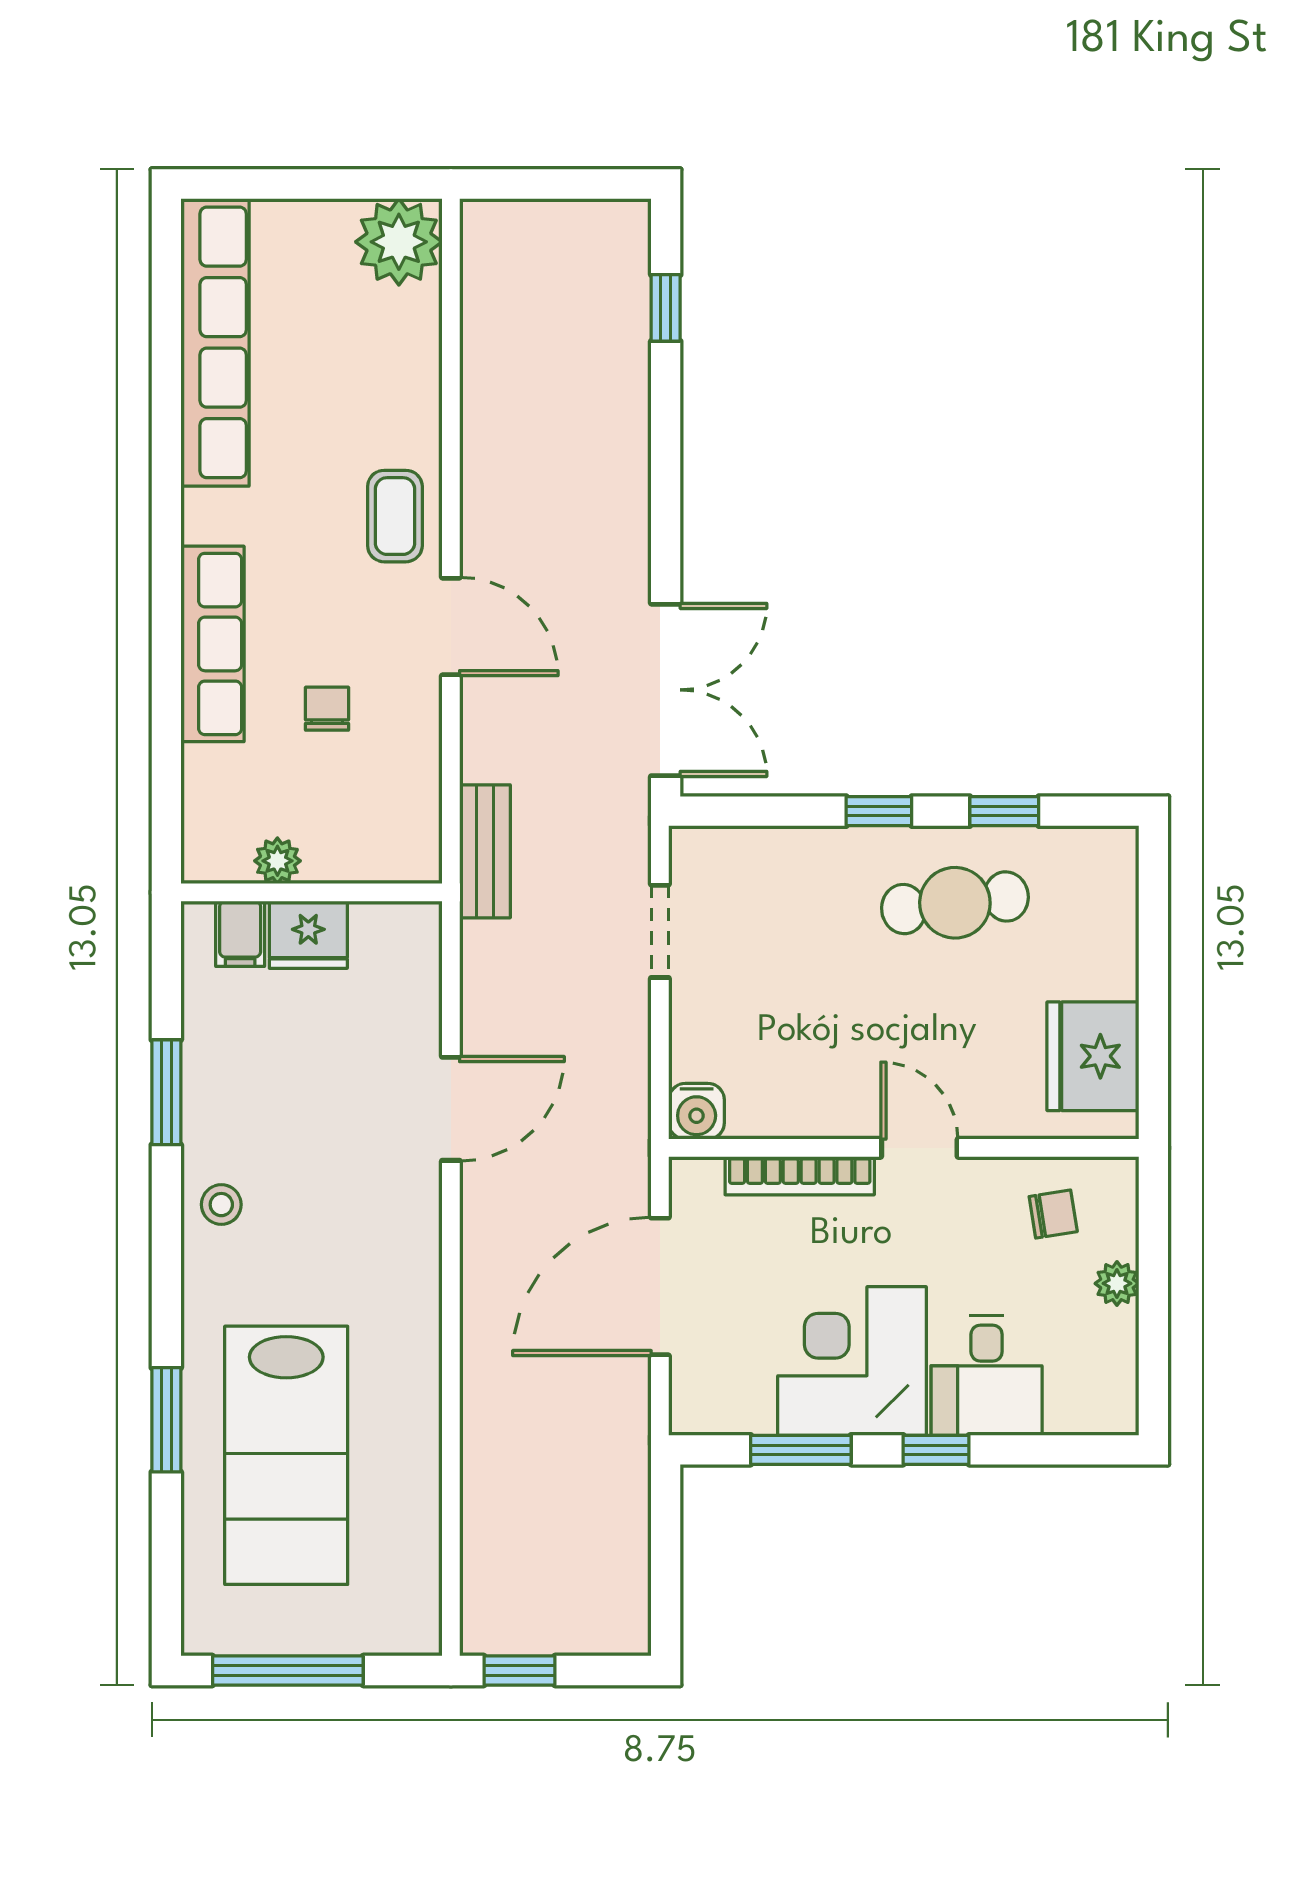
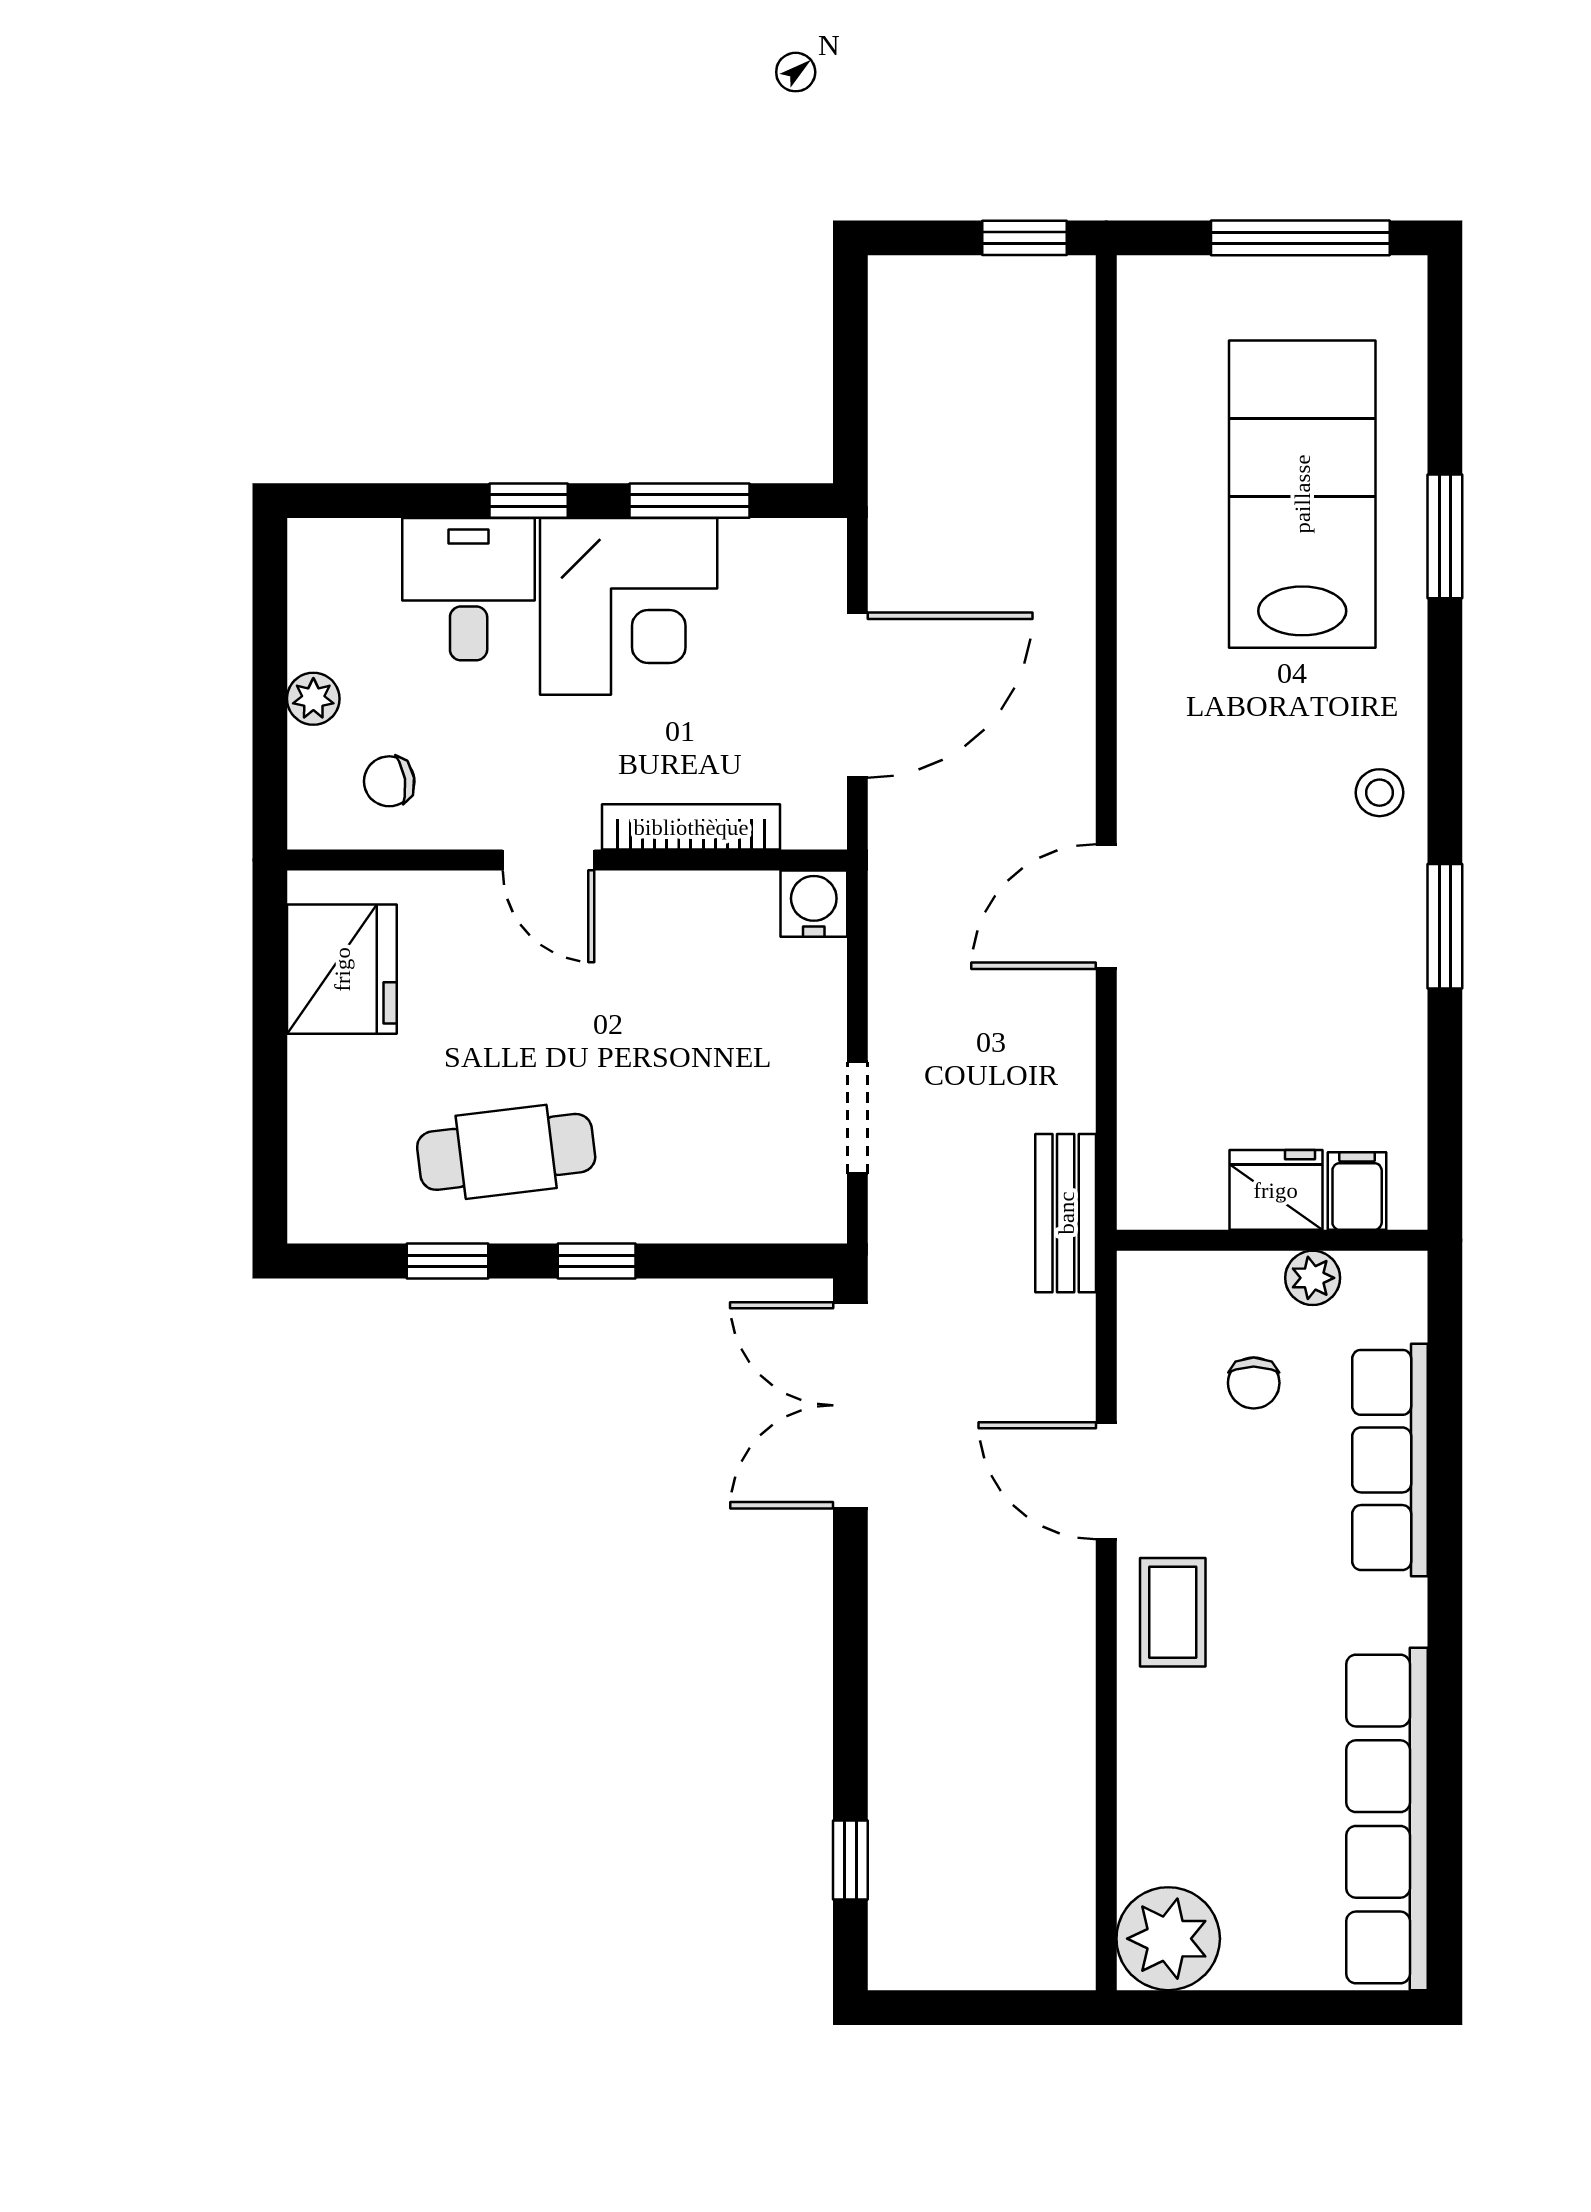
plant: (277, 861) -> (1313, 1278), moved
wall: (311, 892) -> (1272, 1240), moved
filing cabinet: (240, 934) -> (1357, 1191), moved
fridge: (308, 935) -> (1276, 1190), moved

